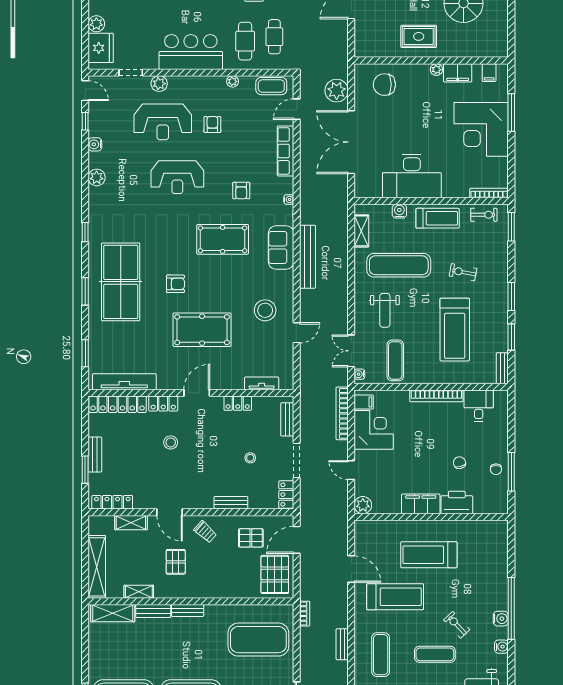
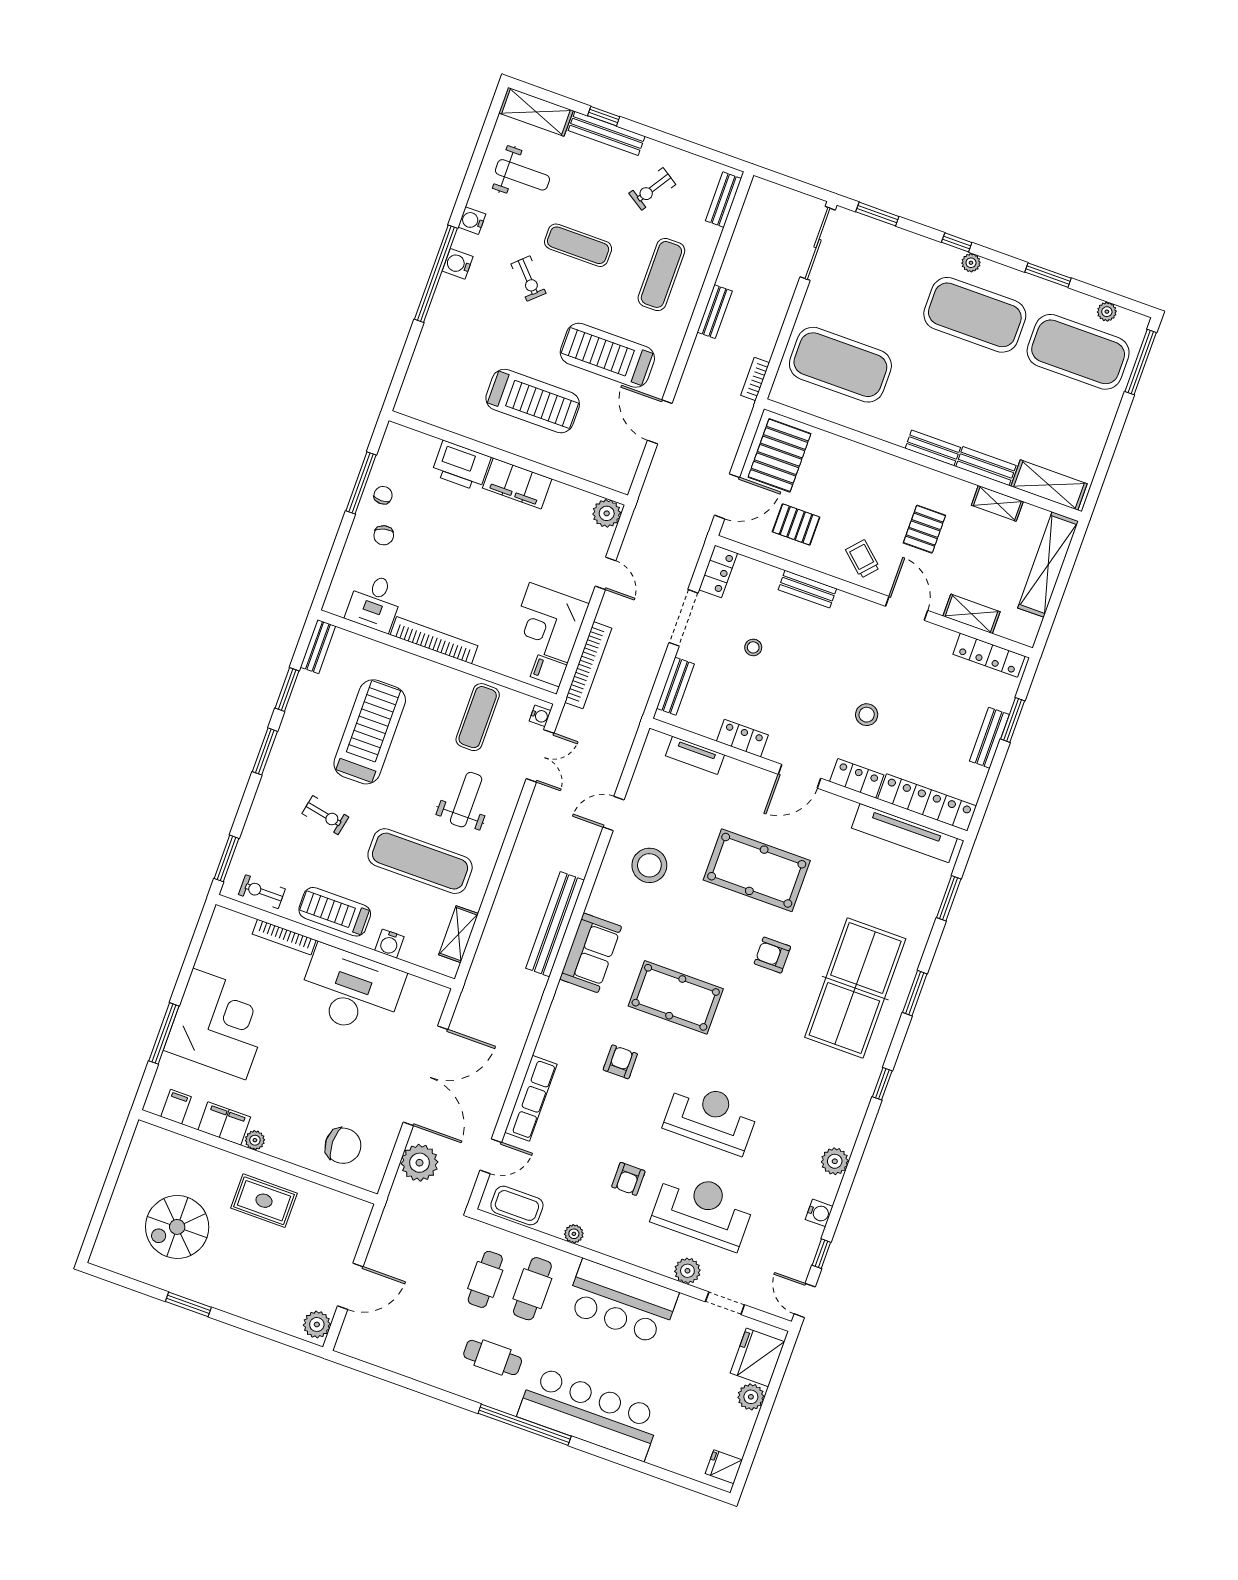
bookcase: (489, 193) -> (284, 937), moved
water cooler: (289, 199) -> (552, 1022), removed
chair: (459, 463) -> (384, 535), moved

